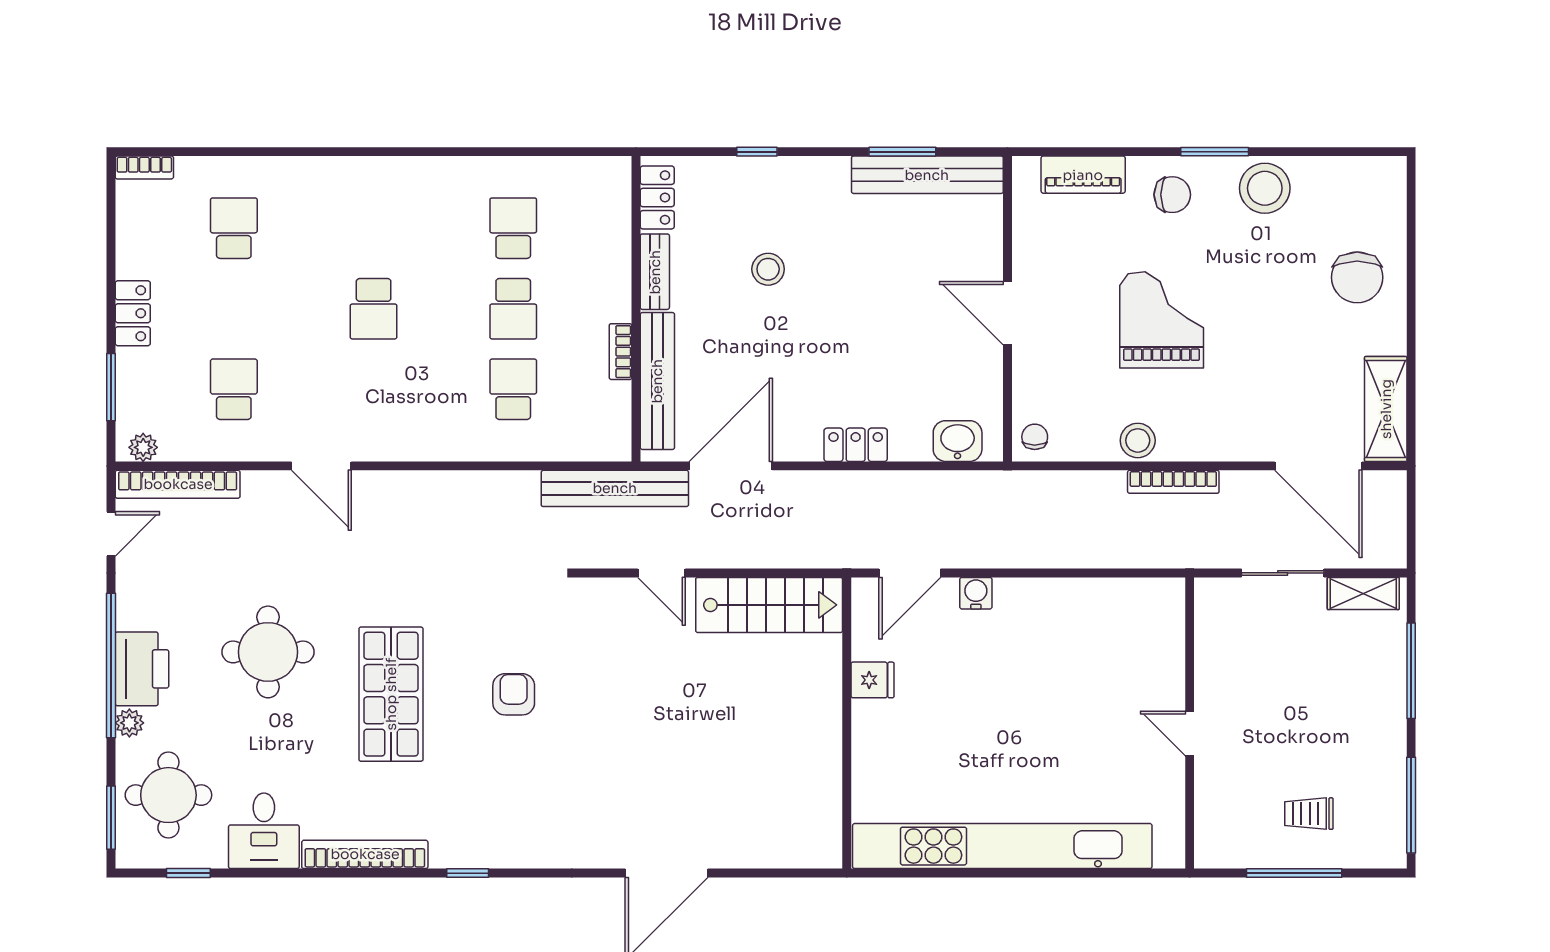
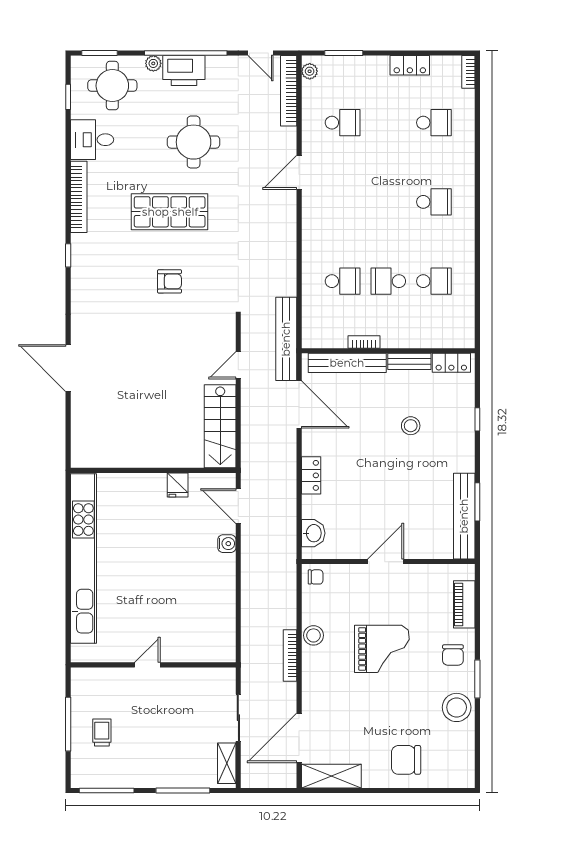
school desk: (374, 309) -> (434, 202), moved, turned 180
locker: (133, 313) -> (410, 65), moved

